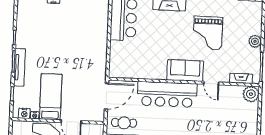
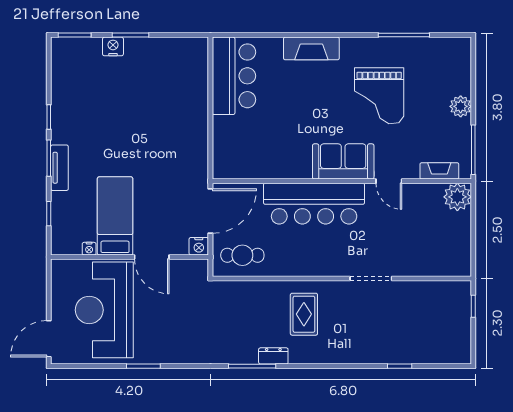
tv unit: (19, 67) -> (59, 168), width x0.71
nightstand: (24, 113) -> (199, 246), moved

